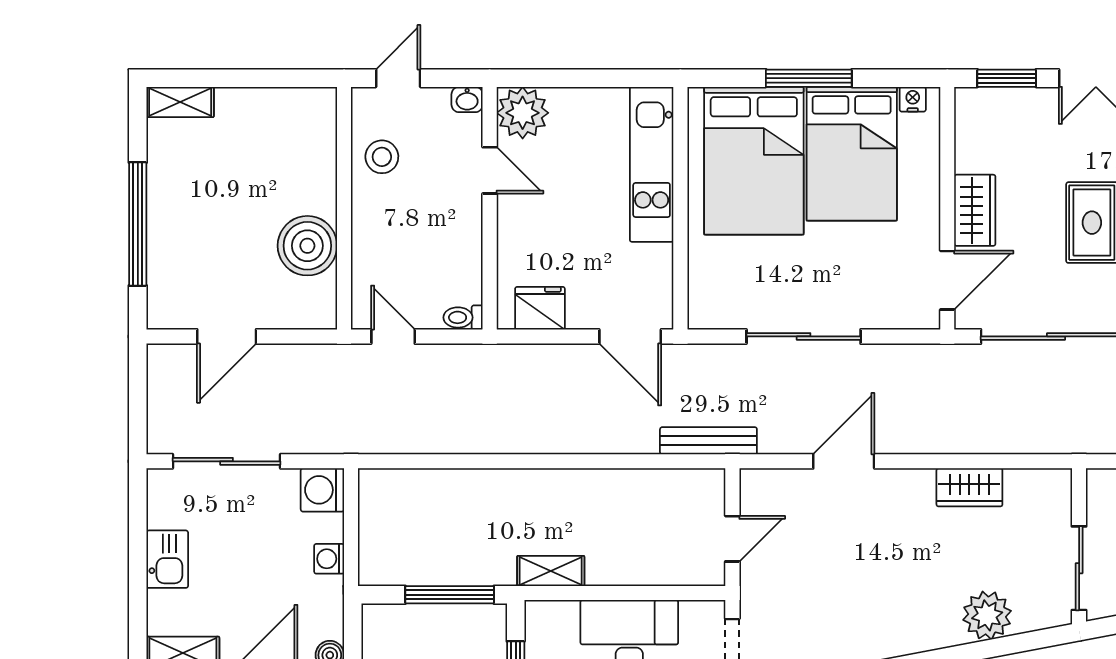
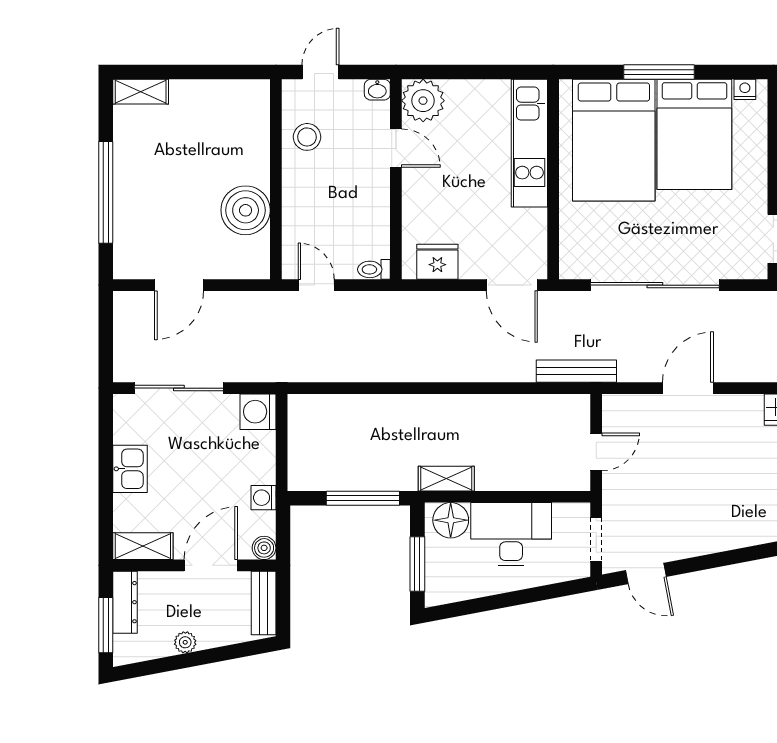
sliding door: (804, 336) -> (655, 285), width x1.36
washing machine: (329, 559) -> (264, 498), moved
floor lamp: (556, 622) -> (451, 520), added

